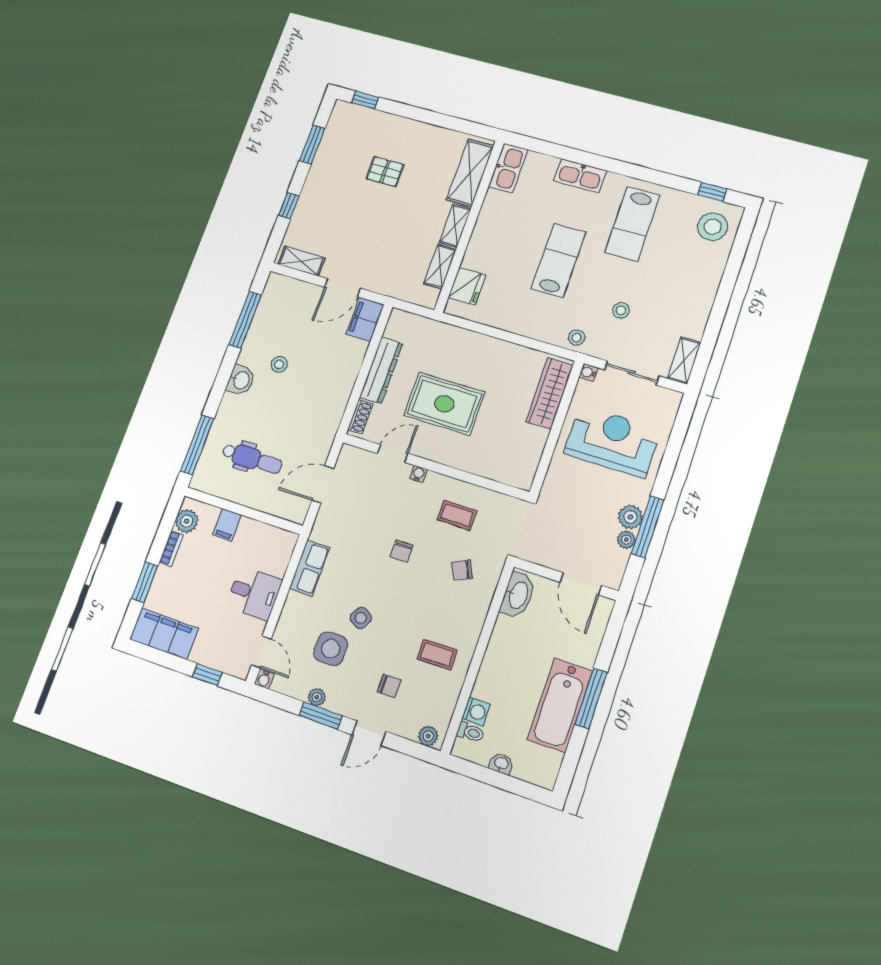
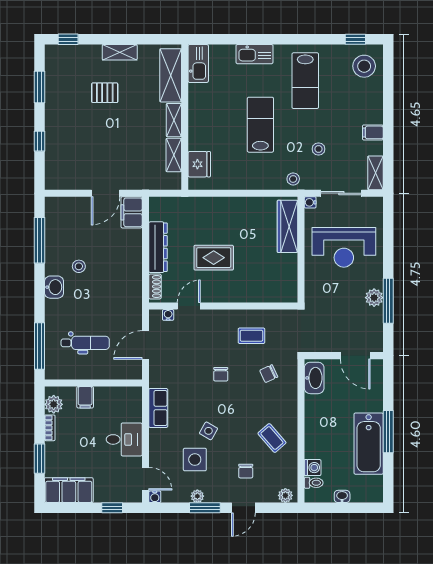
shelving: (301, 261) -> (120, 52), moved
filing cabinet: (697, 310) -> (373, 132), added
rug: (444, 404) -> (214, 258), width x0.73, depth x0.70
reception desk: (612, 441) -> (344, 247), turned 180
water cooler: (419, 474) -> (168, 315), moved
plant: (626, 540) -> (377, 315), removed
coffee table: (437, 655) -> (272, 438), turned 50
chair: (389, 686) -> (246, 471), turned 90

